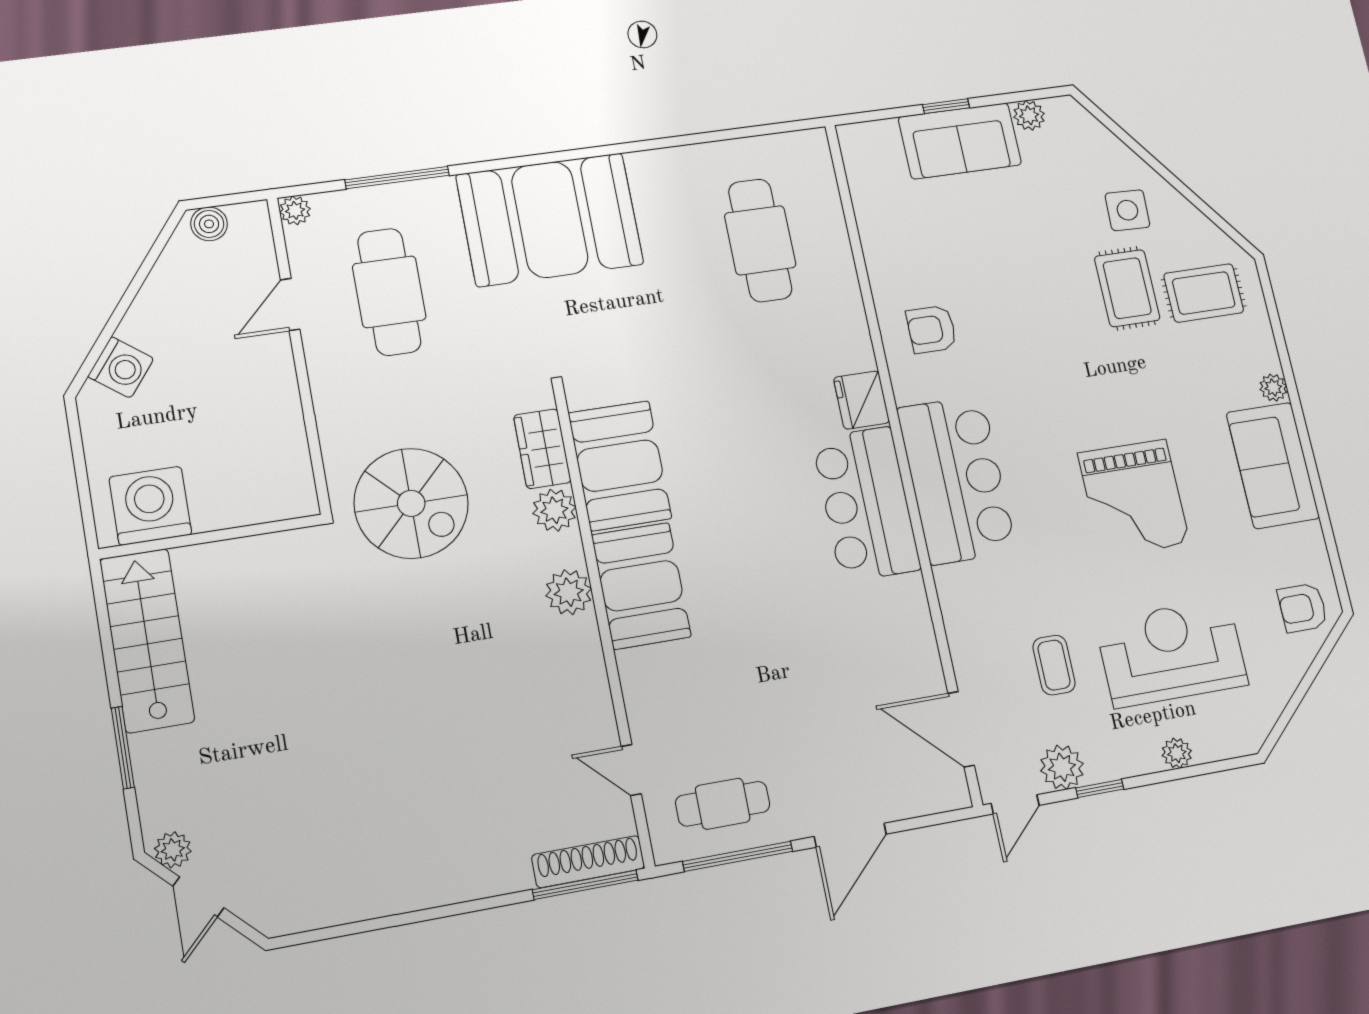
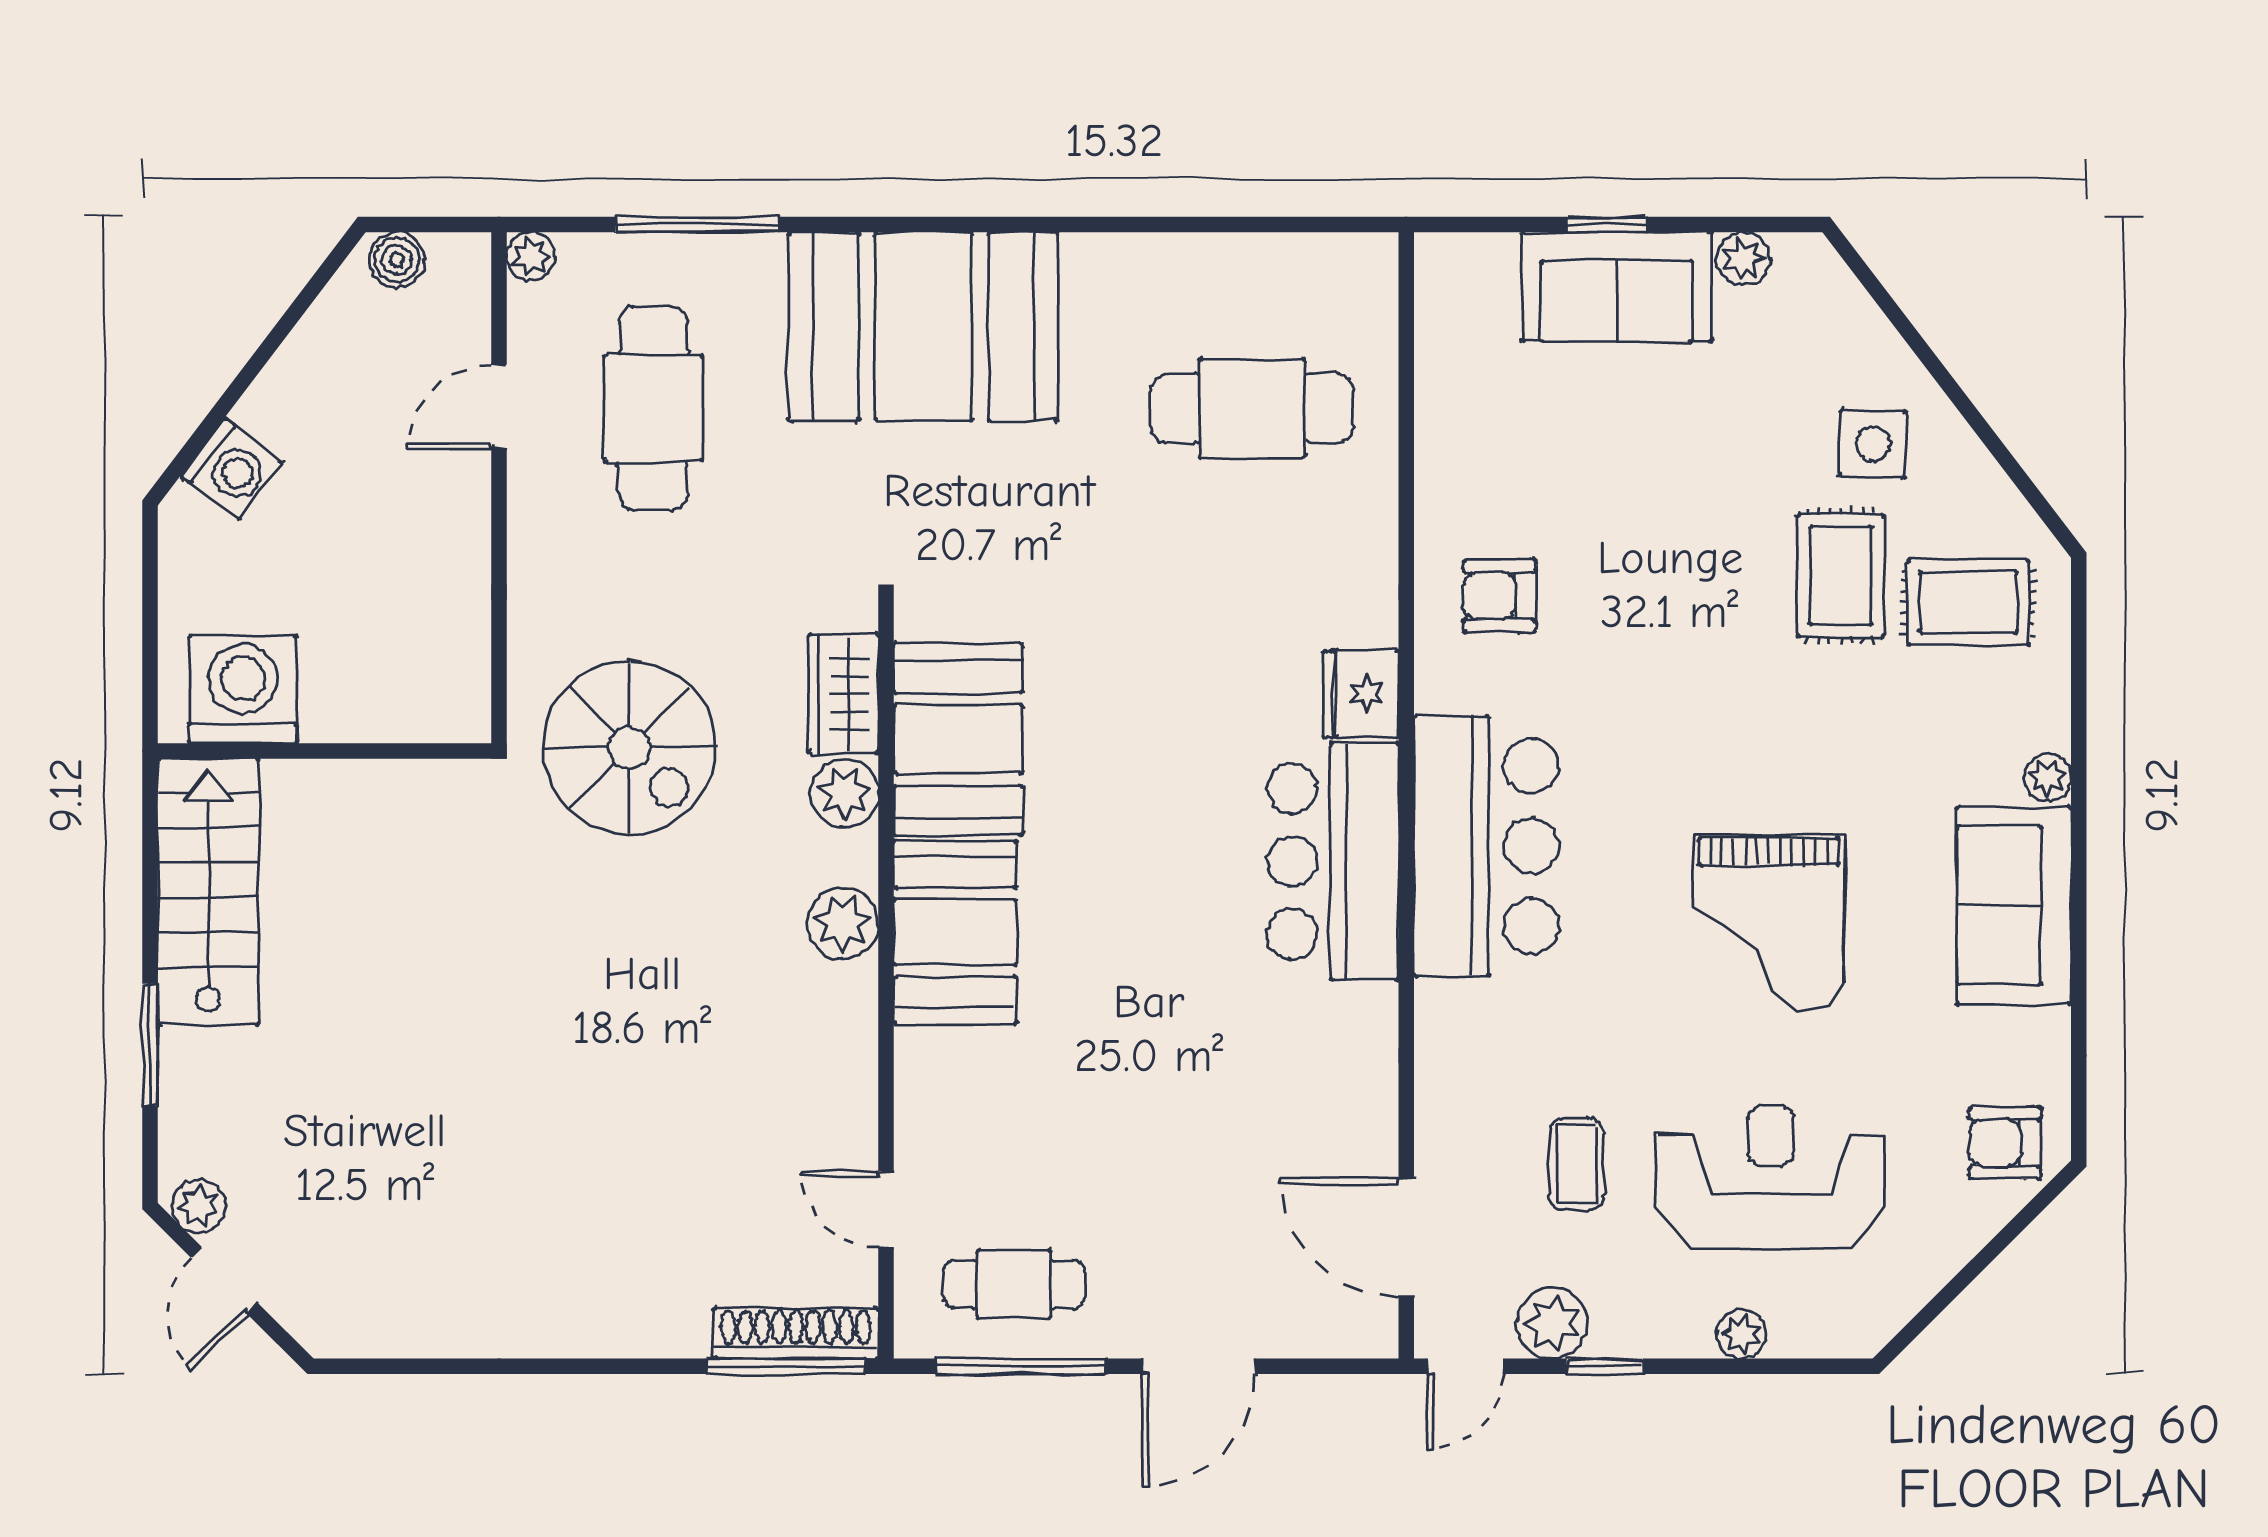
cafe table: (760, 240) -> (1252, 408), turned 90

